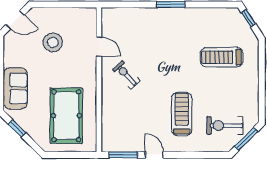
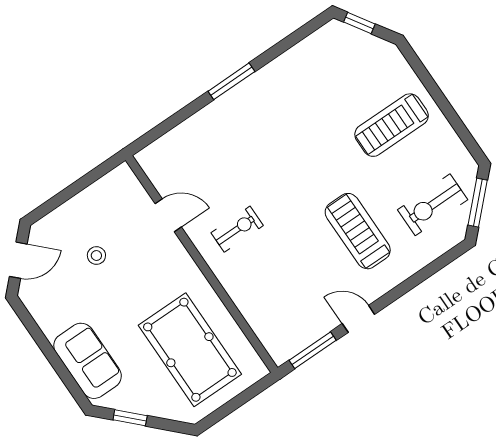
stool: (53, 42) -> (96, 255), width x0.53, depth x0.53
treadmill: (222, 57) -> (392, 125), moved
exercise bike: (126, 75) -> (237, 229), turned 133

